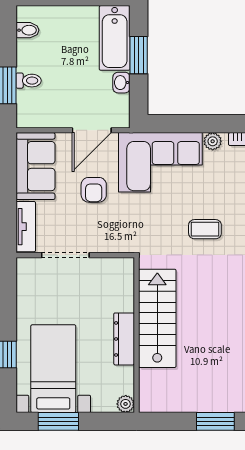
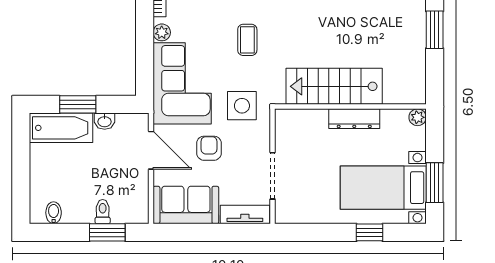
armchair: (94, 190) -> (209, 148), turned -90
side table: (137, 224) -> (242, 106), added

